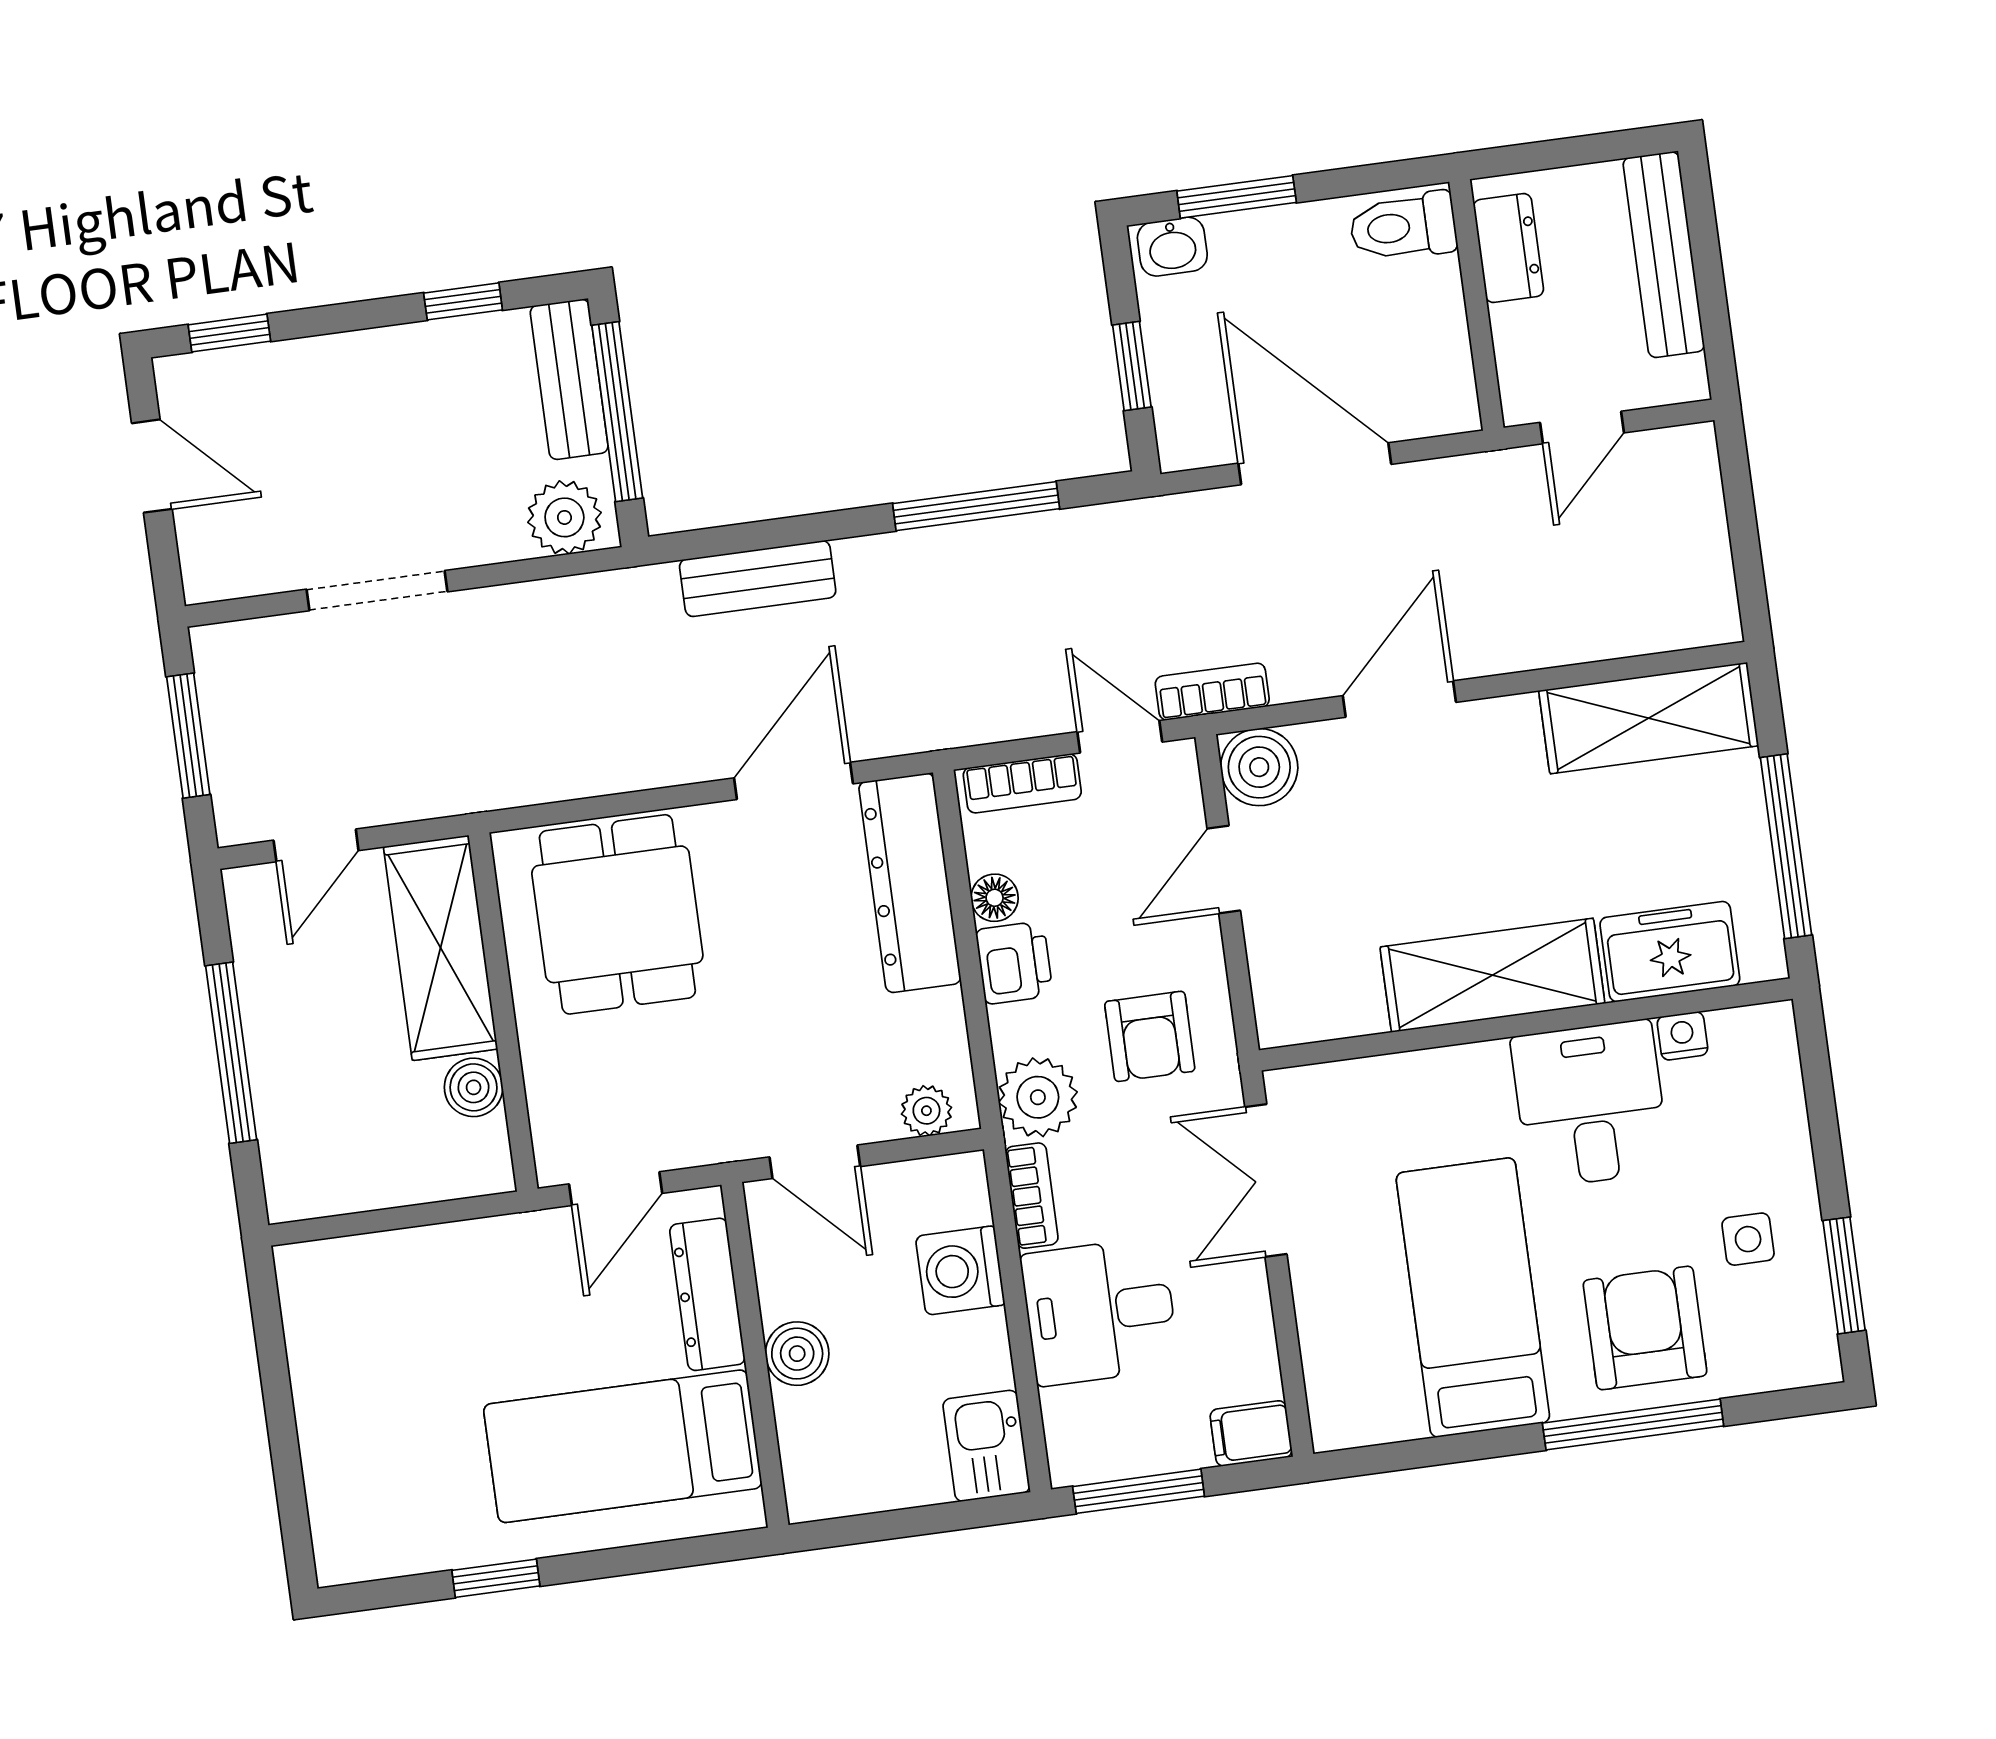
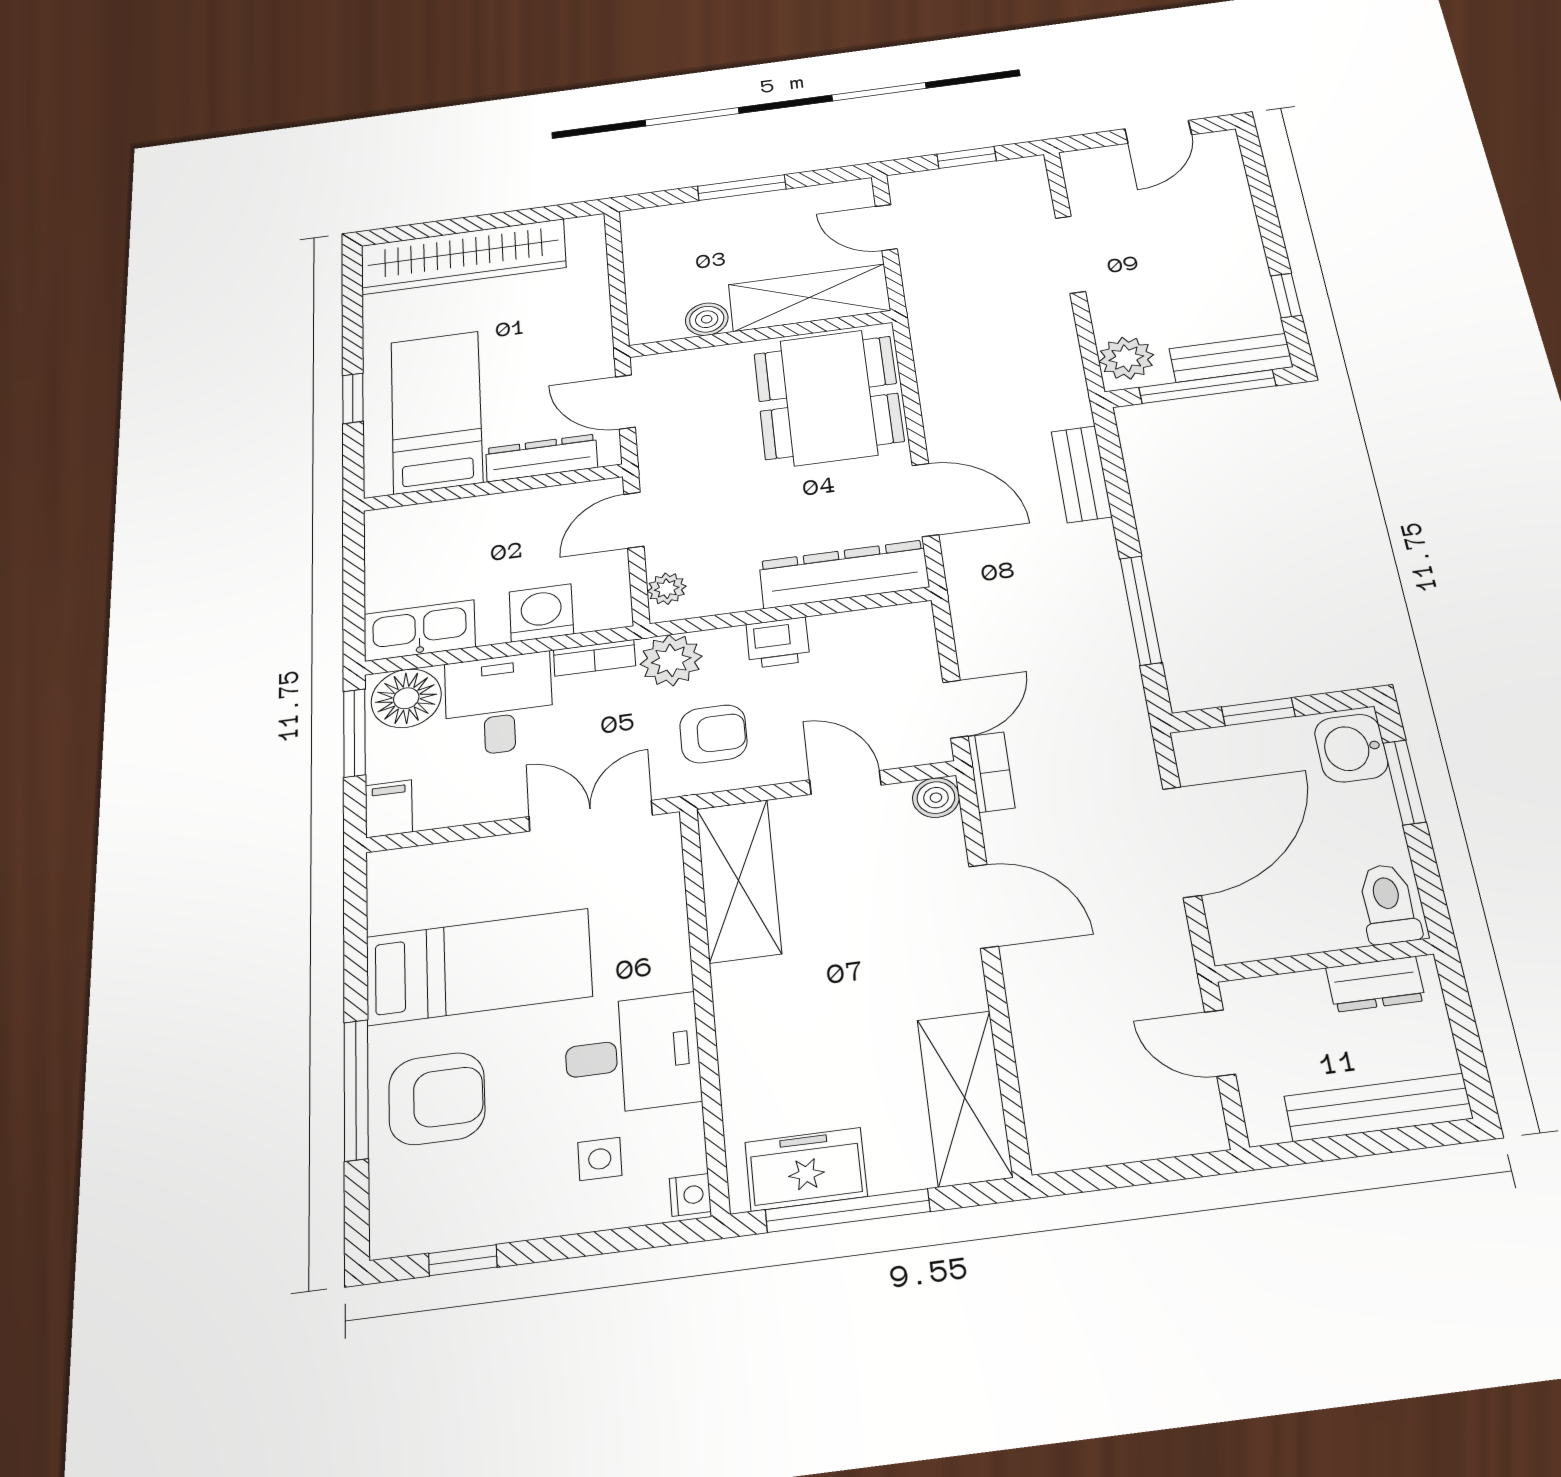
washbasin: (1172, 247) -> (1351, 748), width x1.38, depth x1.45
window: (229, 333) -> (1256, 169), removed
window: (188, 736) -> (967, 157), width x0.67
boiler: (1259, 767) -> (936, 798), width x0.73, depth x0.73
bookcase: (1022, 783) -> (919, 645), removed
floor lamp: (995, 898) -> (406, 698), moved, width x1.89, depth x1.89
dining table: (617, 914) -> (828, 397), width x1.38
freezer: (1670, 952) -> (806, 1169), moved, turned -90
shelving: (1492, 975) -> (738, 880), moved
armchair: (1150, 1036) -> (713, 734), turned 180
nightstand: (1682, 1036) -> (690, 1195), moved
window: (231, 1053) -> (742, 188), width x0.69
side table: (1748, 1239) -> (600, 1159), moved
window: (1844, 1275) -> (463, 1260), width x0.67
boiler: (797, 1354) -> (491, 513), removed
wardrobe: (344, 1440) -> (463, 257), added
kitchen sink: (986, 1446) -> (420, 630), width x1.38
window: (496, 1578) -> (353, 398), moved

